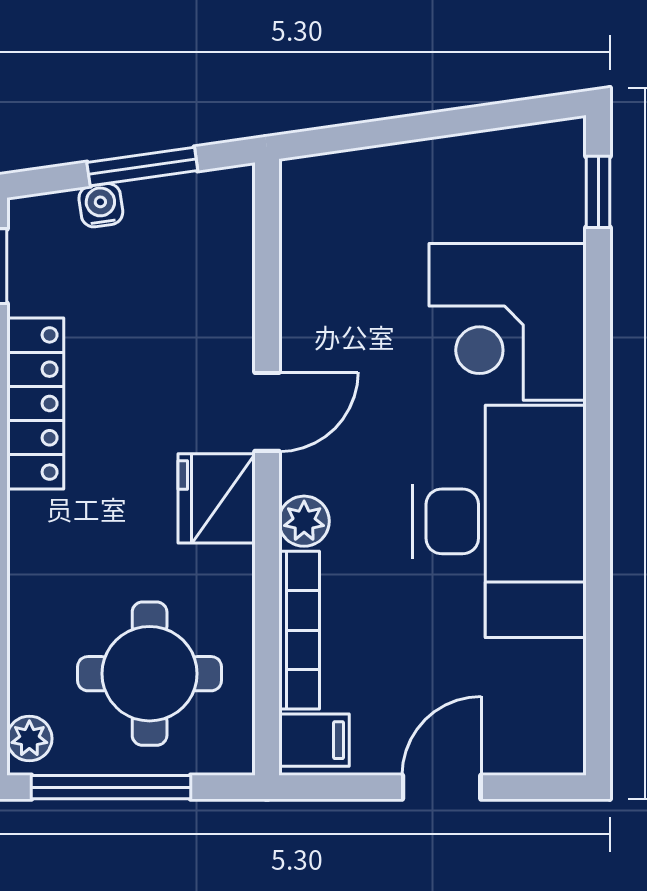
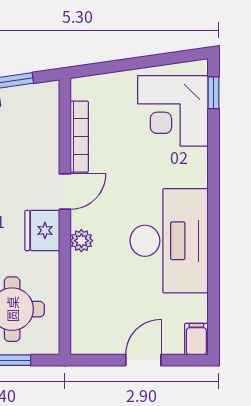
corner desk: (508, 322) -> (173, 111), moved
bookcase: (299, 630) -> (79, 137), moved
filing cabinet: (314, 740) -> (196, 339), moved, turned -90

